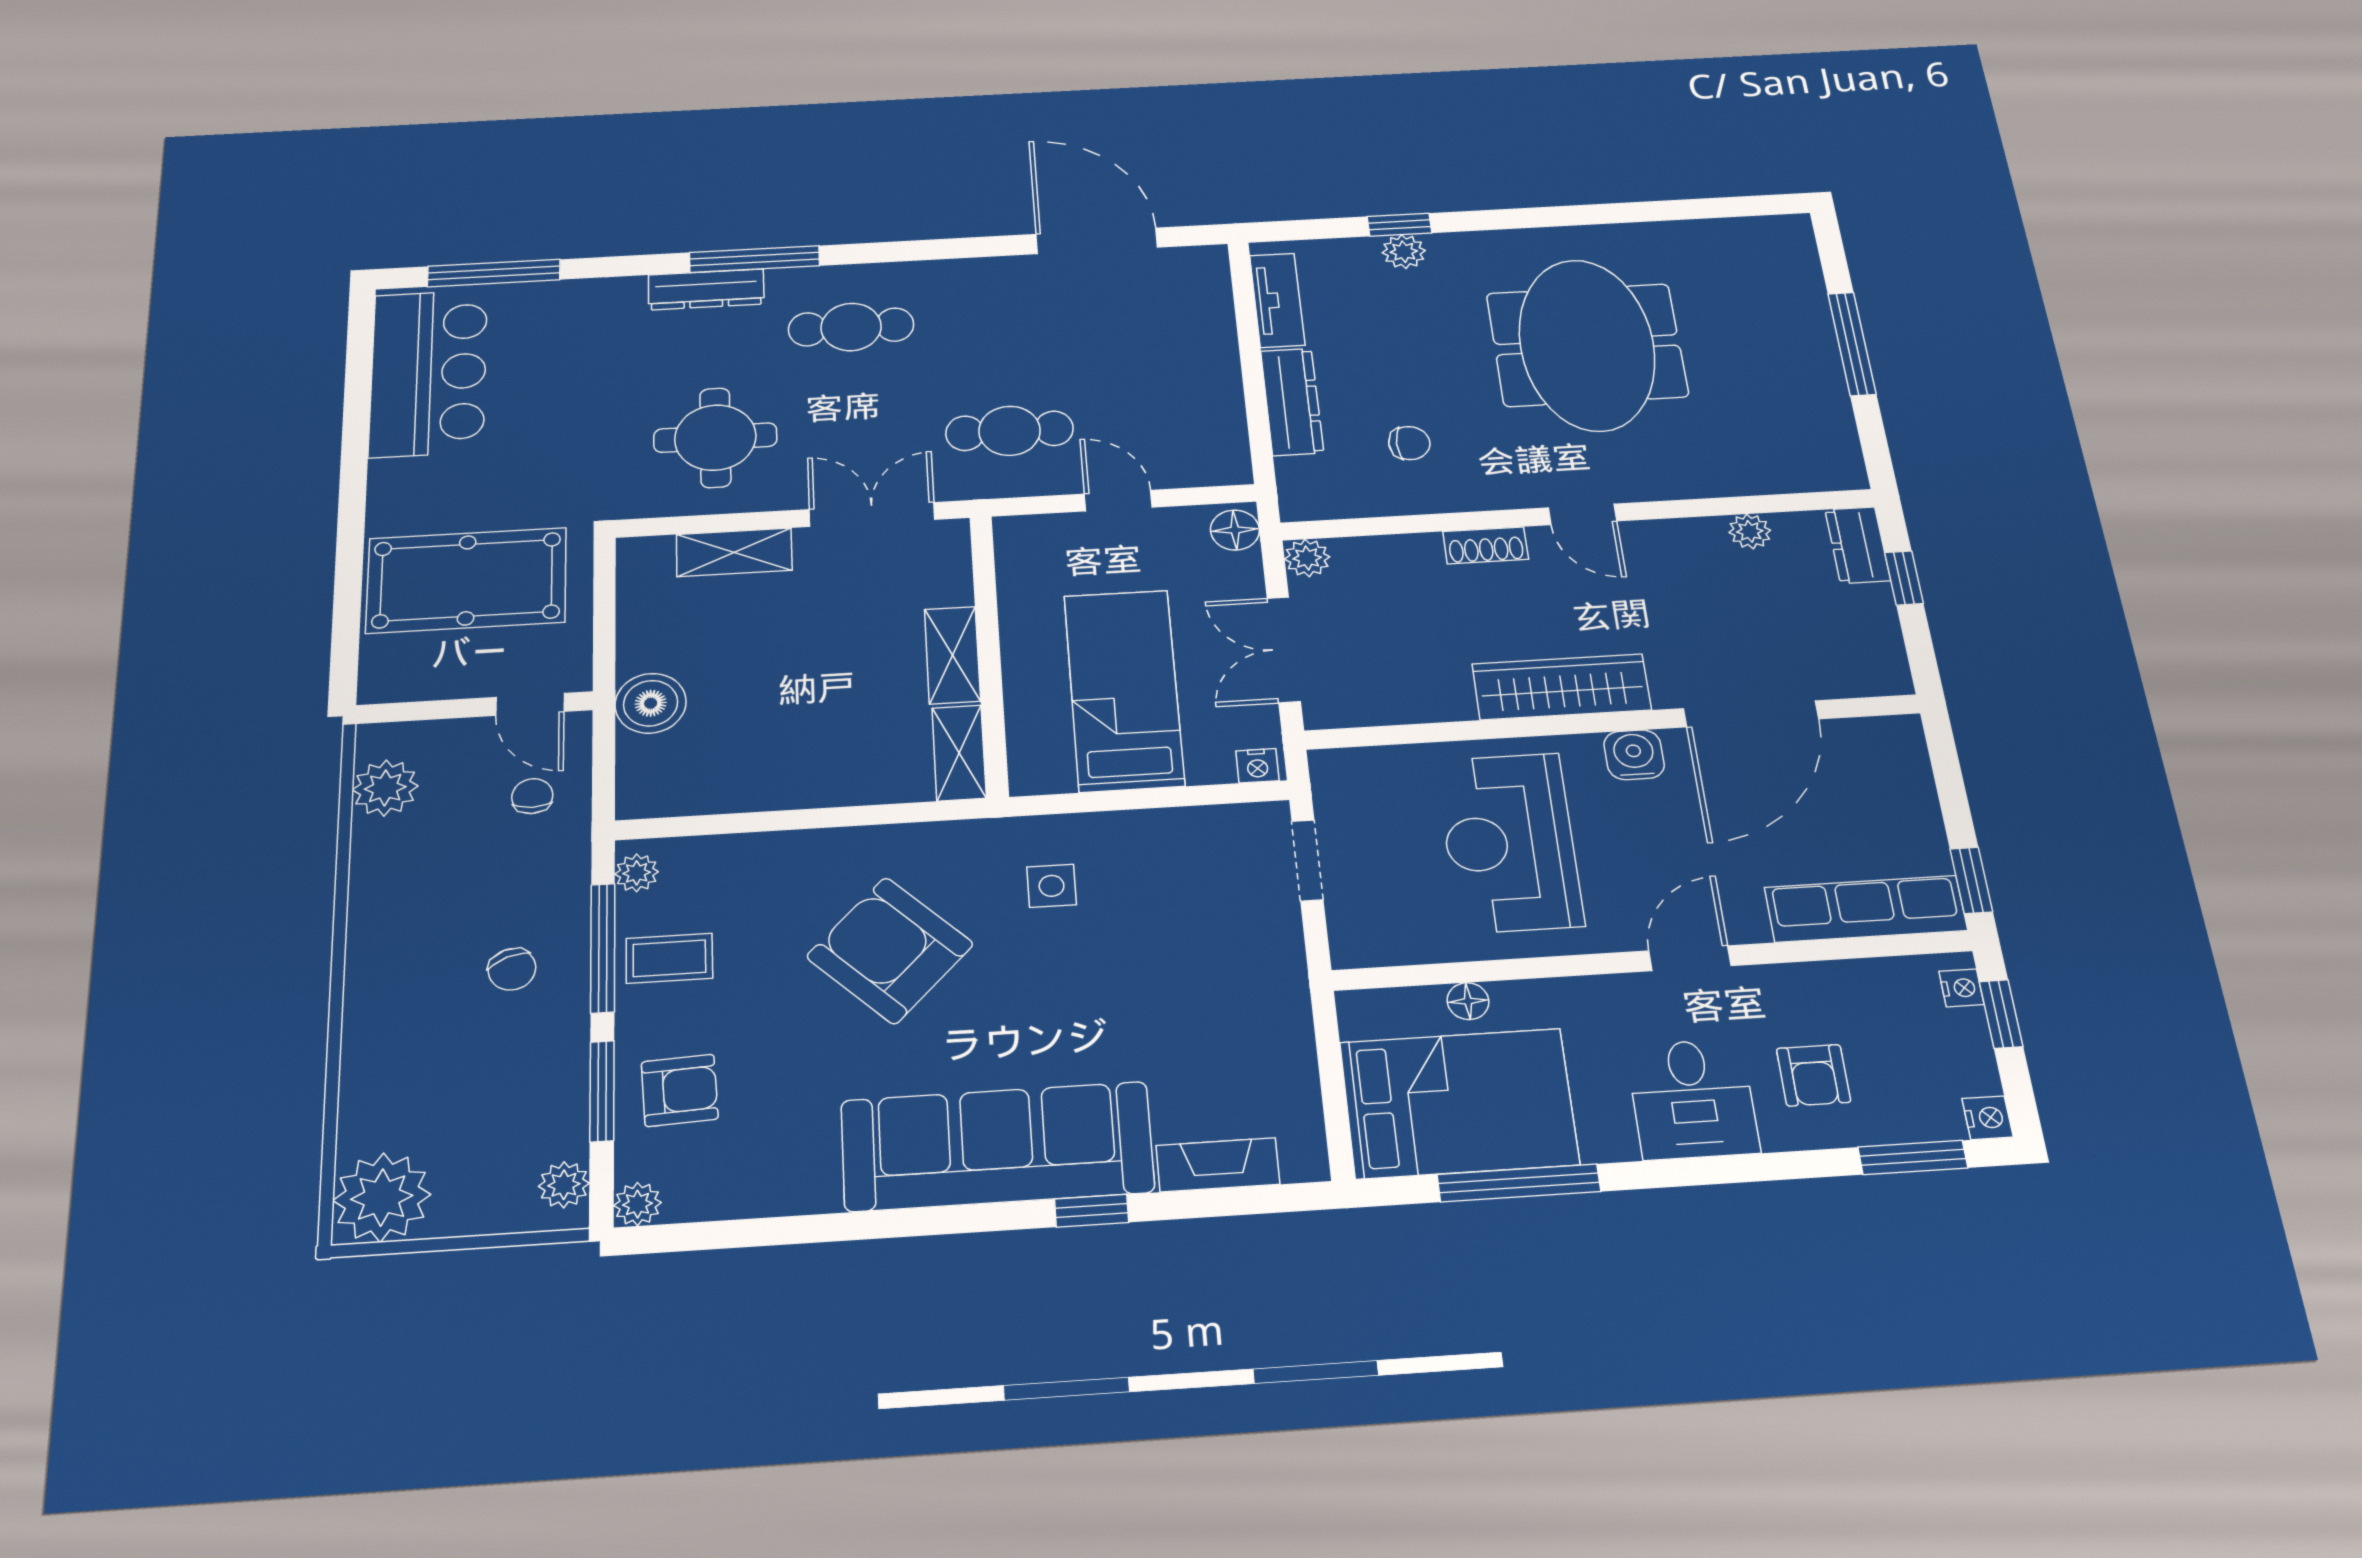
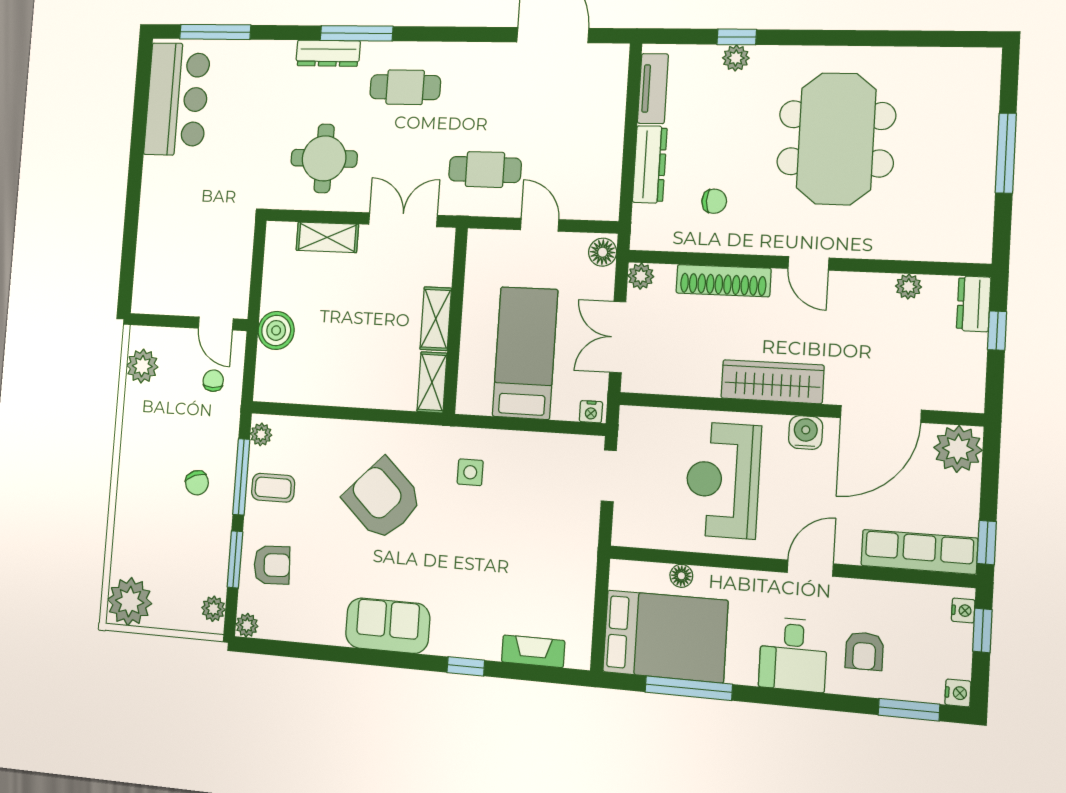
shoe rack: (1486, 545) -> (723, 281), width x1.94, depth x1.24
pool table: (467, 580) -> (189, 240), removed
plant: (1888, 750) -> (958, 449), added
sofa: (997, 1146) -> (388, 626), width x0.54, depth x0.79

